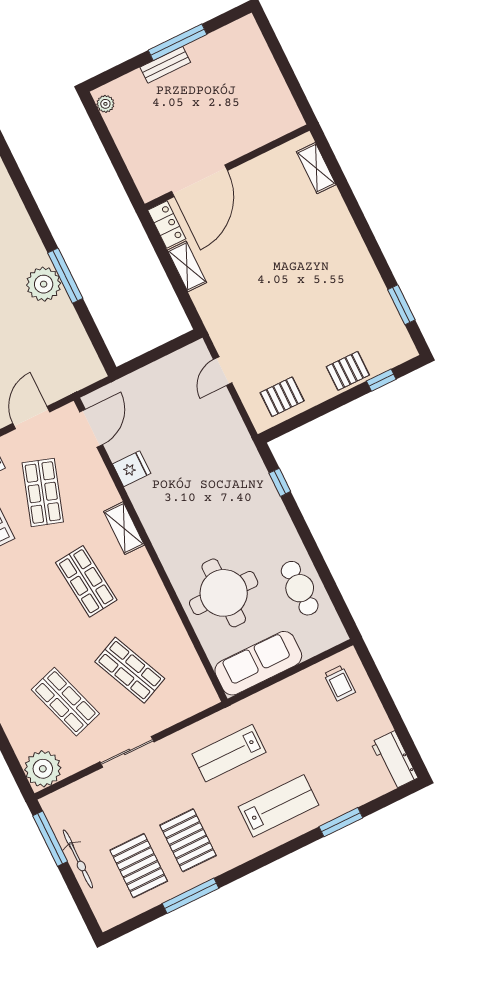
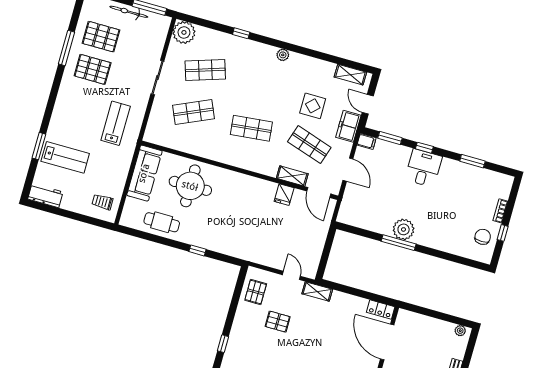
shelving: (187, 266) -> (317, 291), moved
pallet: (348, 371) -> (278, 322), moved, turned 90
window: (280, 482) -> (197, 250), moved
shelving: (124, 528) -> (292, 176), moved
lab bench: (279, 806) -> (65, 157), moved, turned -90

